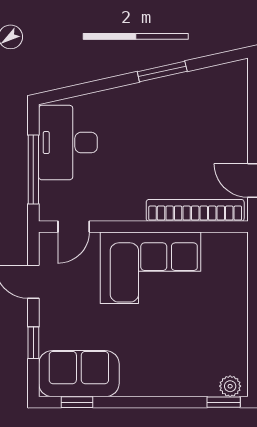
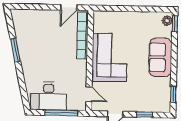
sofa: (79, 374) -> (160, 57), moved

